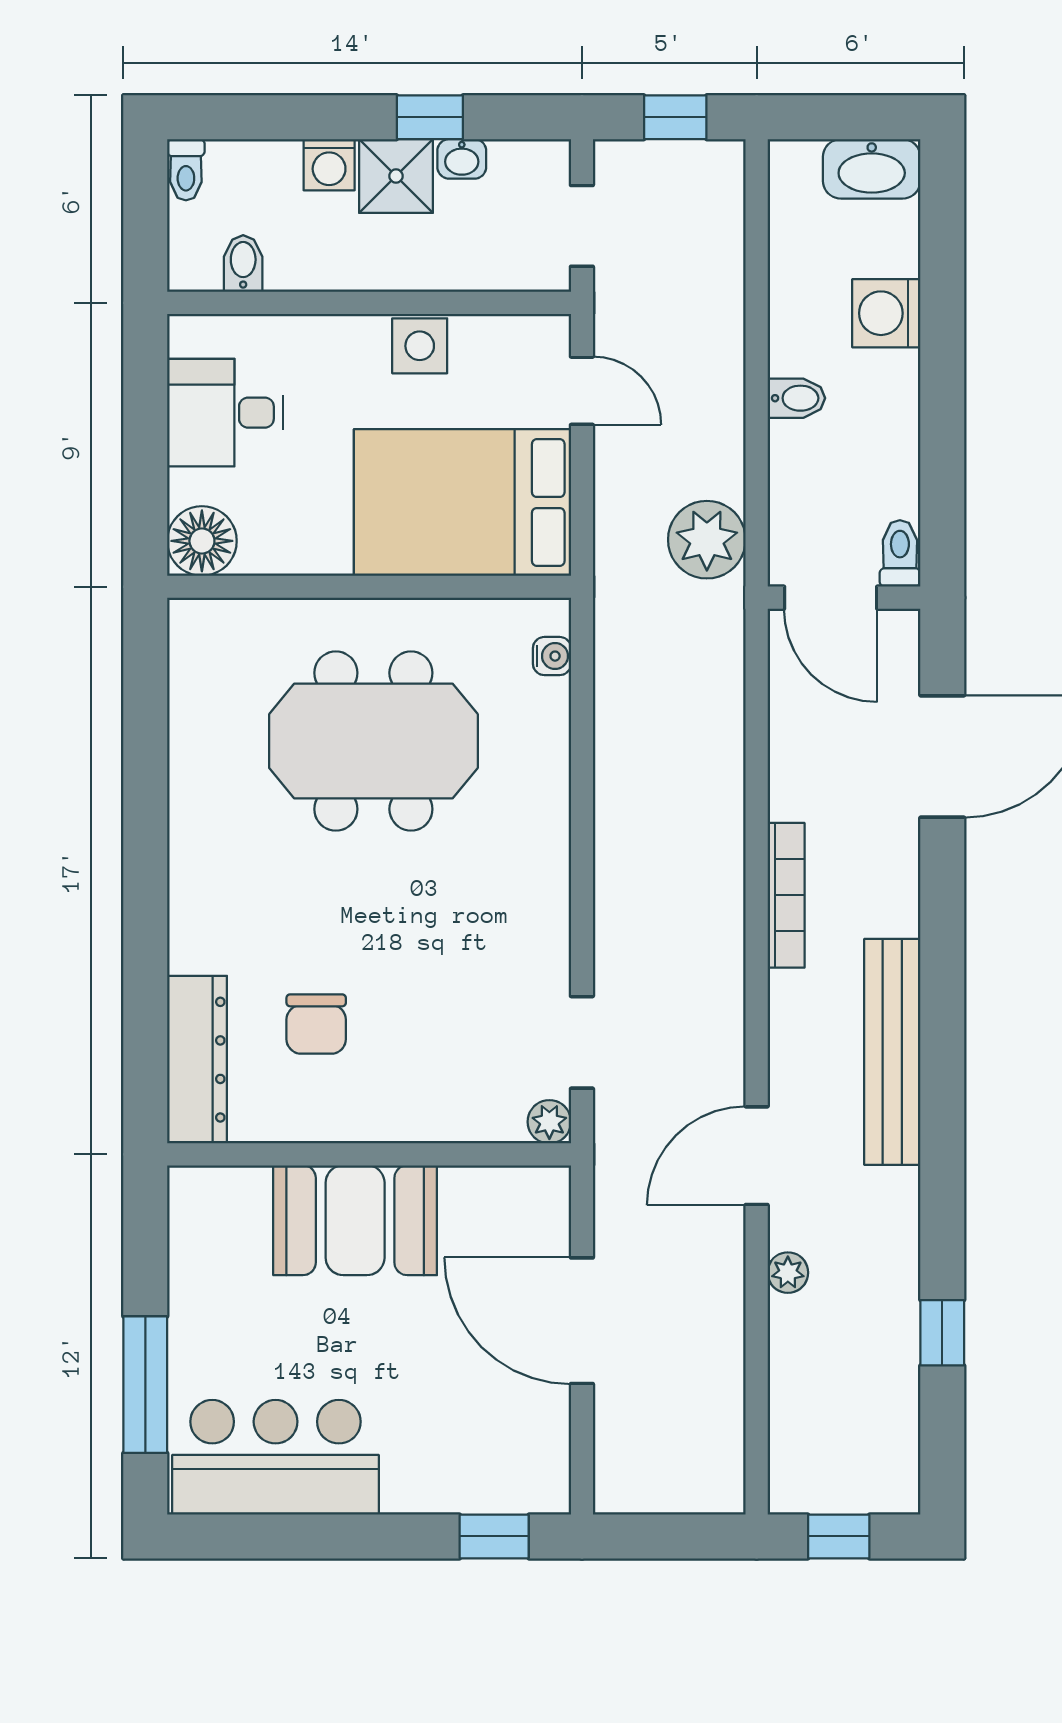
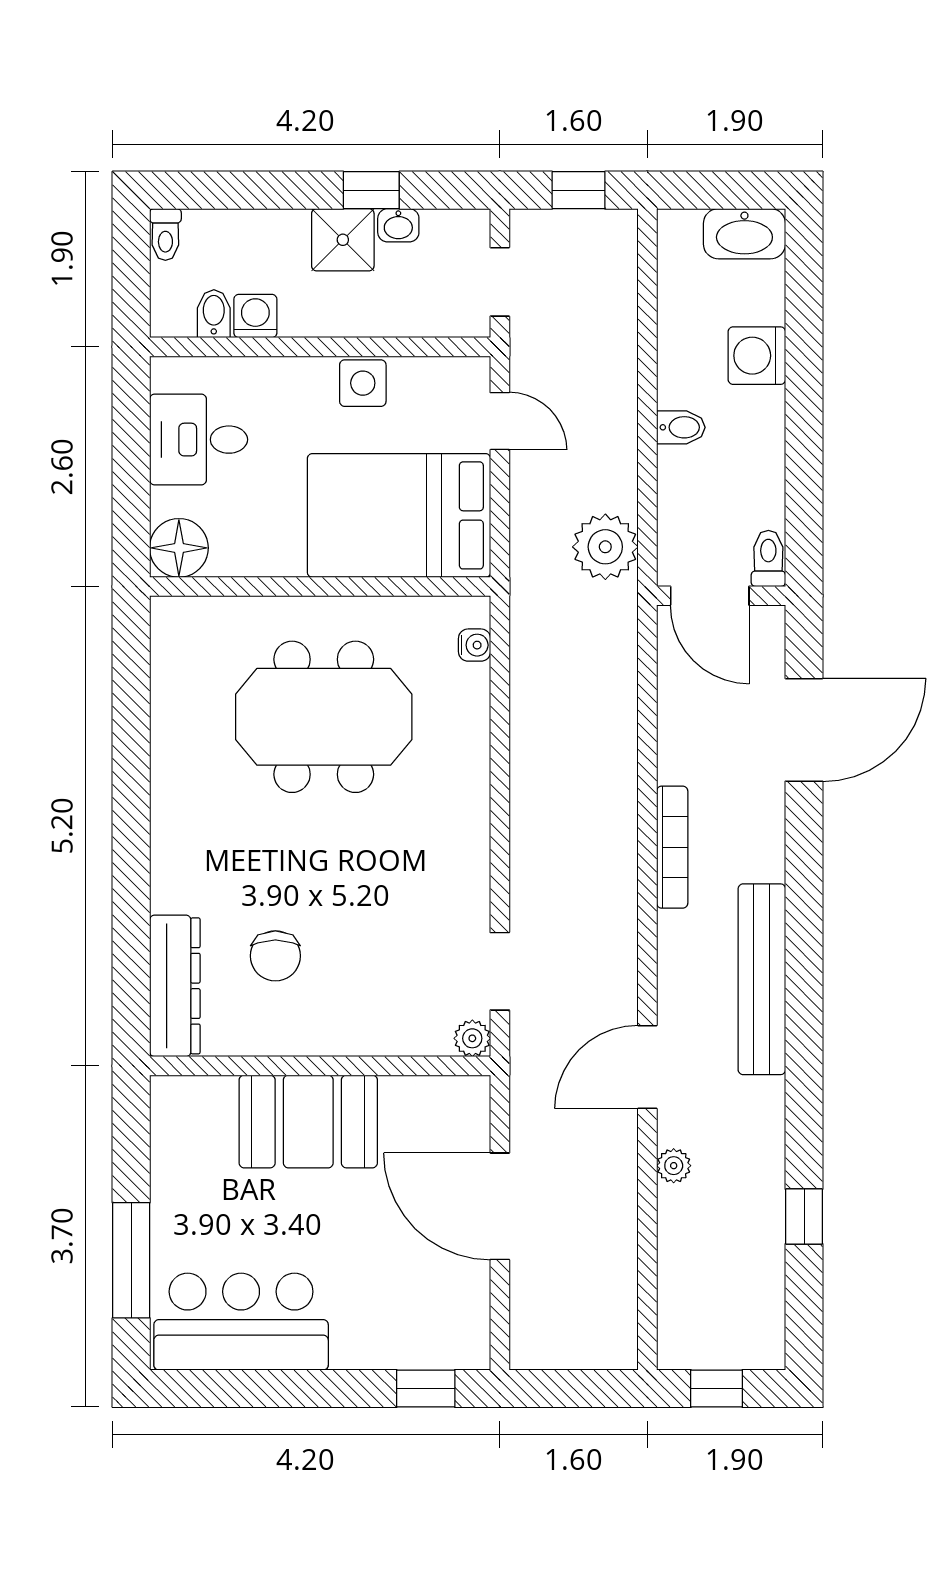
washing machine: (329, 165) -> (255, 316), moved, turned 180

